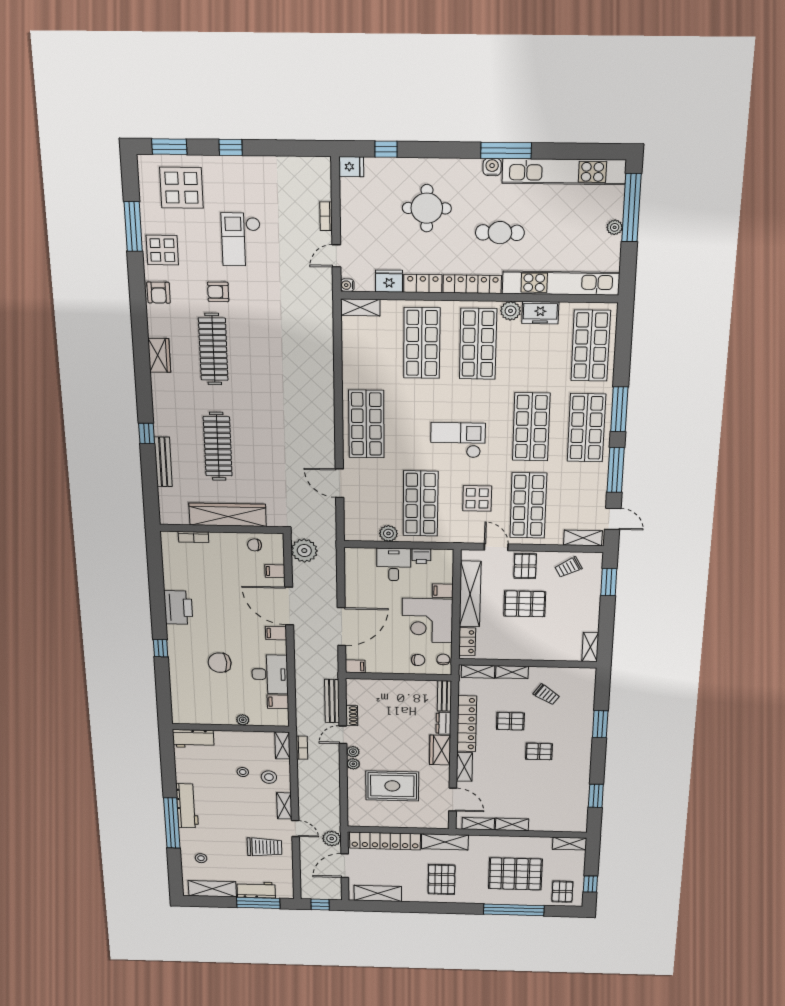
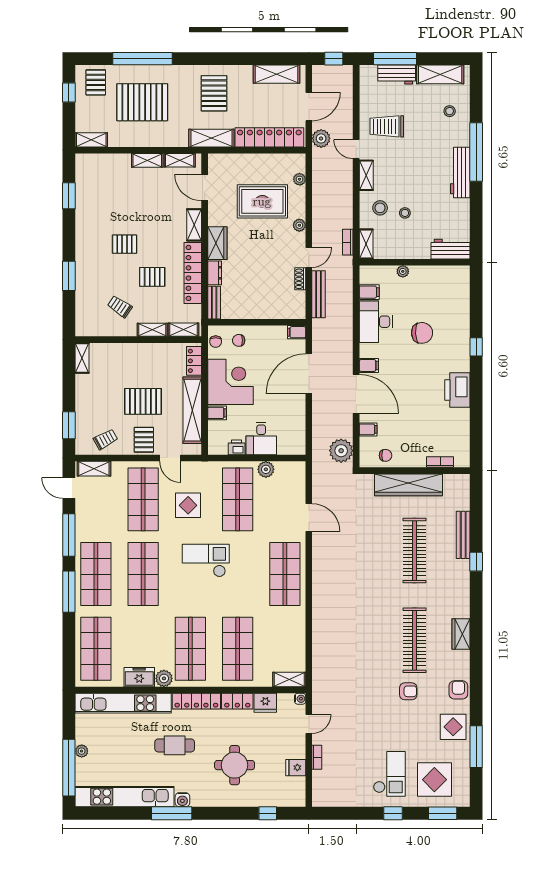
fridge: (351, 167) -> (296, 768), moved
checkout: (241, 239) -> (389, 774), moved
checkout: (458, 440) -> (206, 560), turned 180
plant: (353, 752) -> (300, 179), moved

